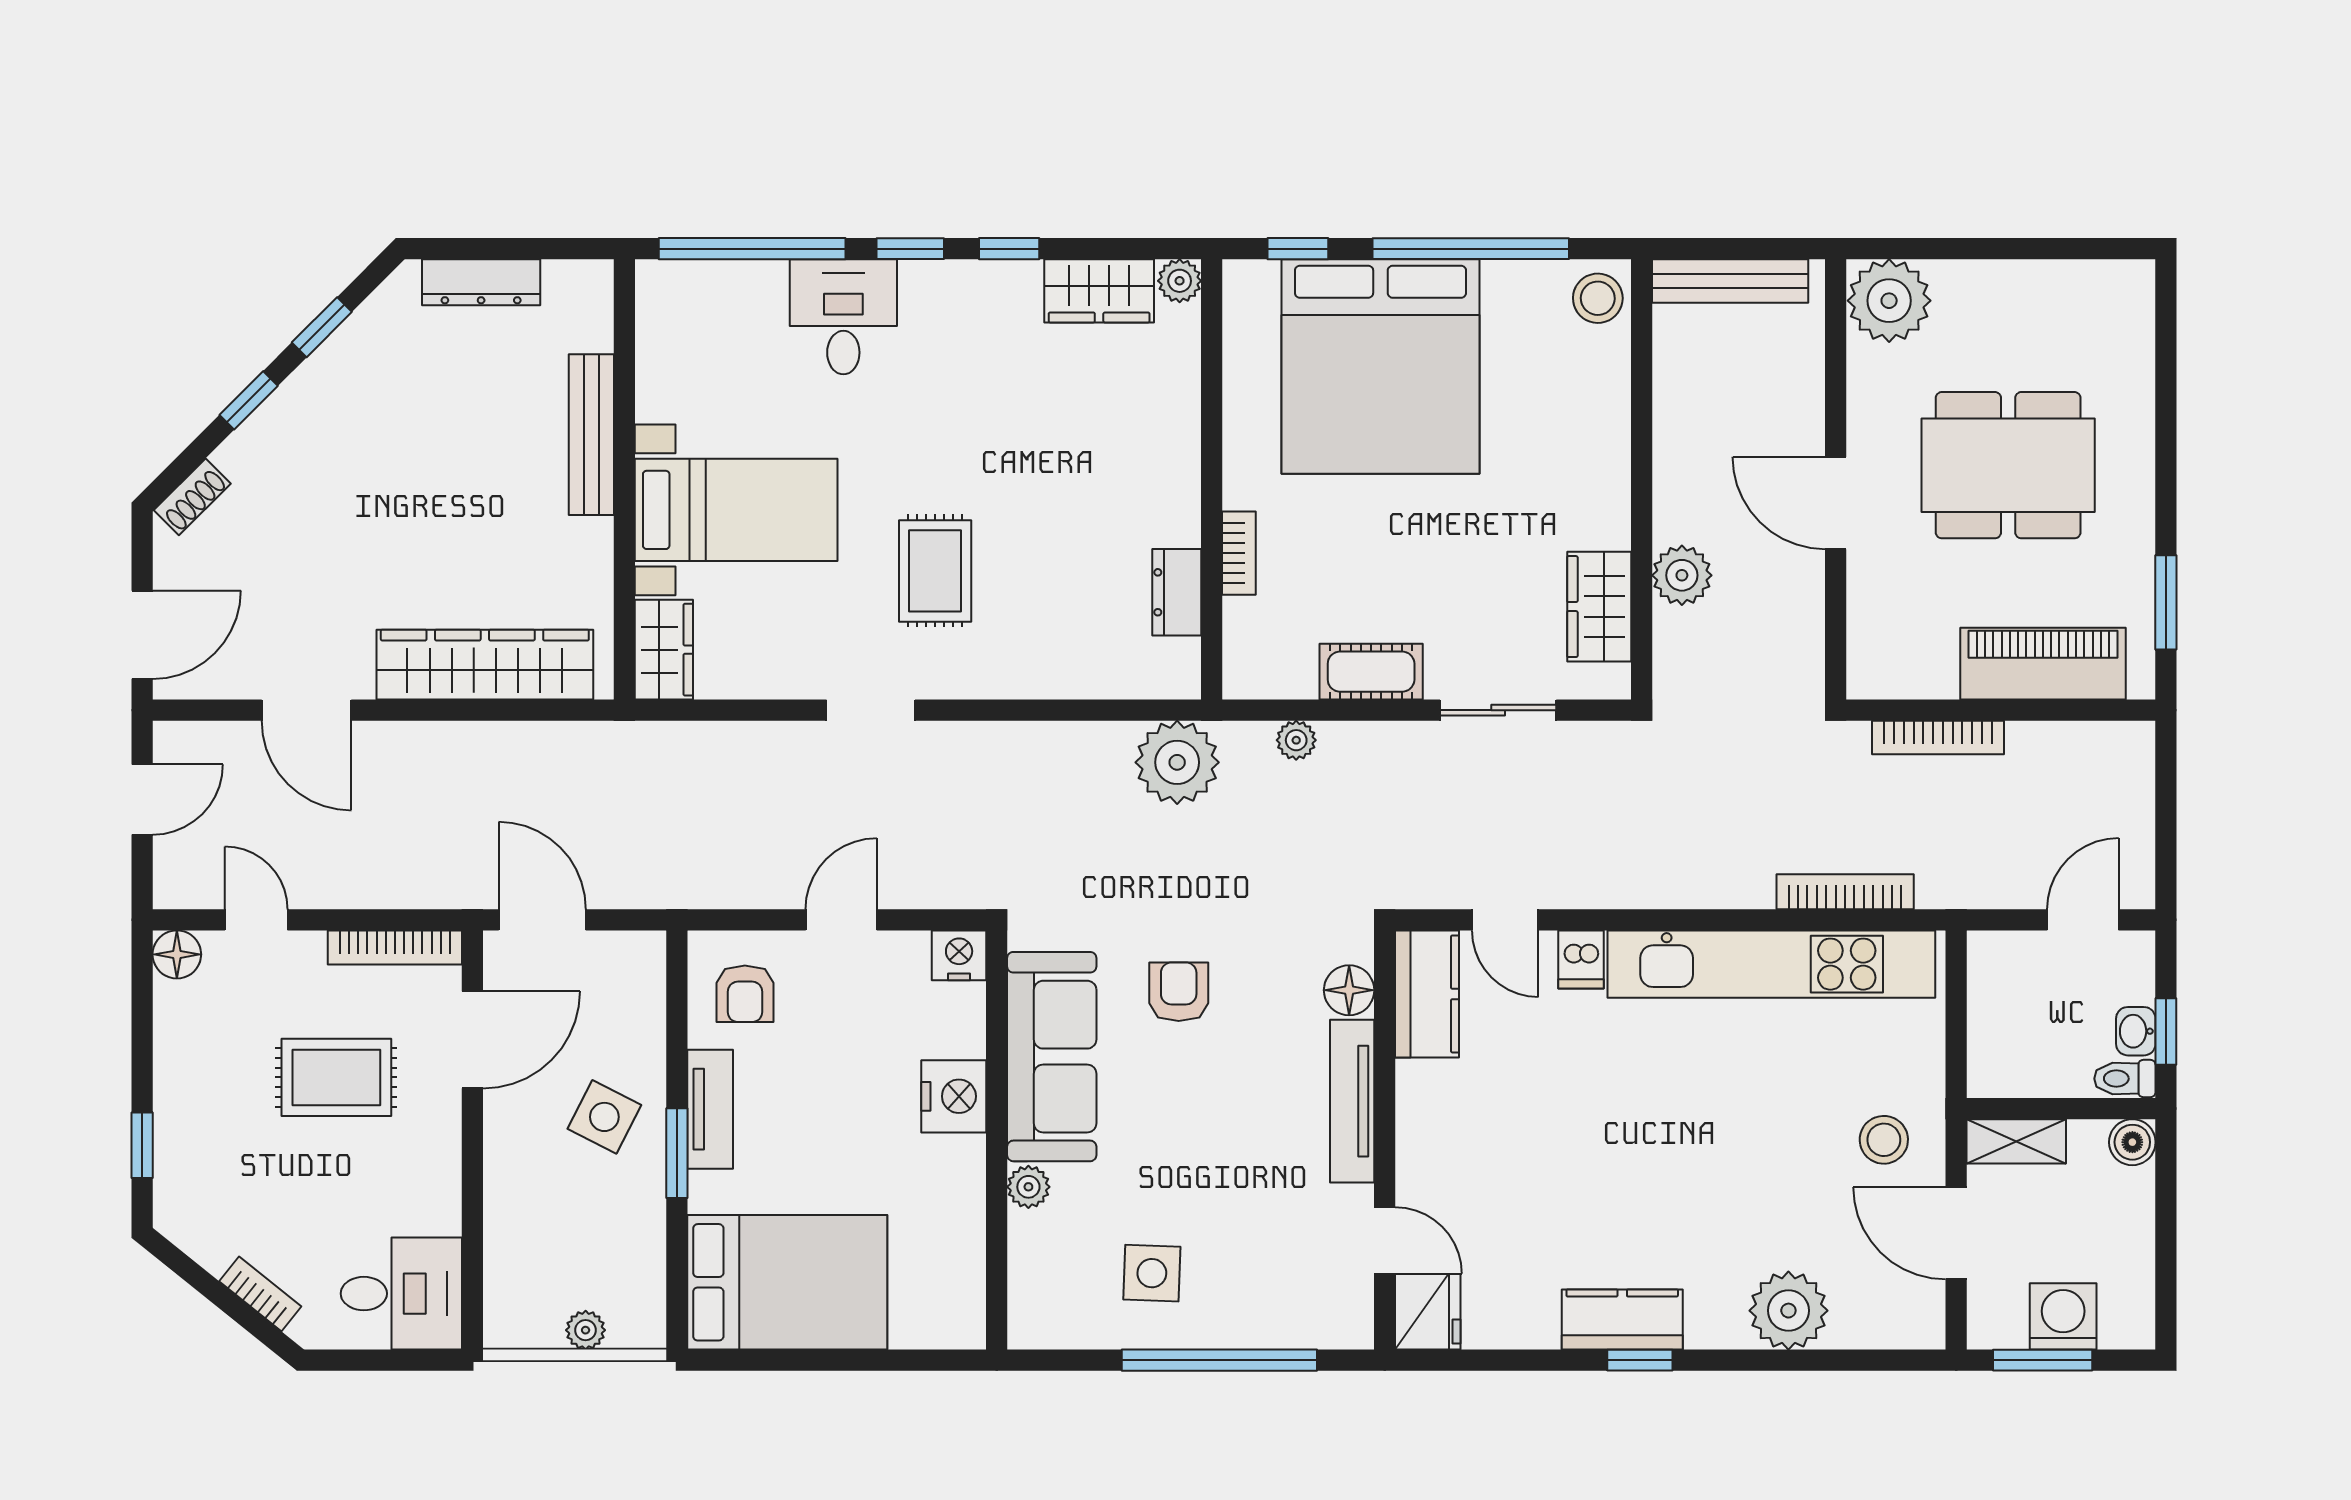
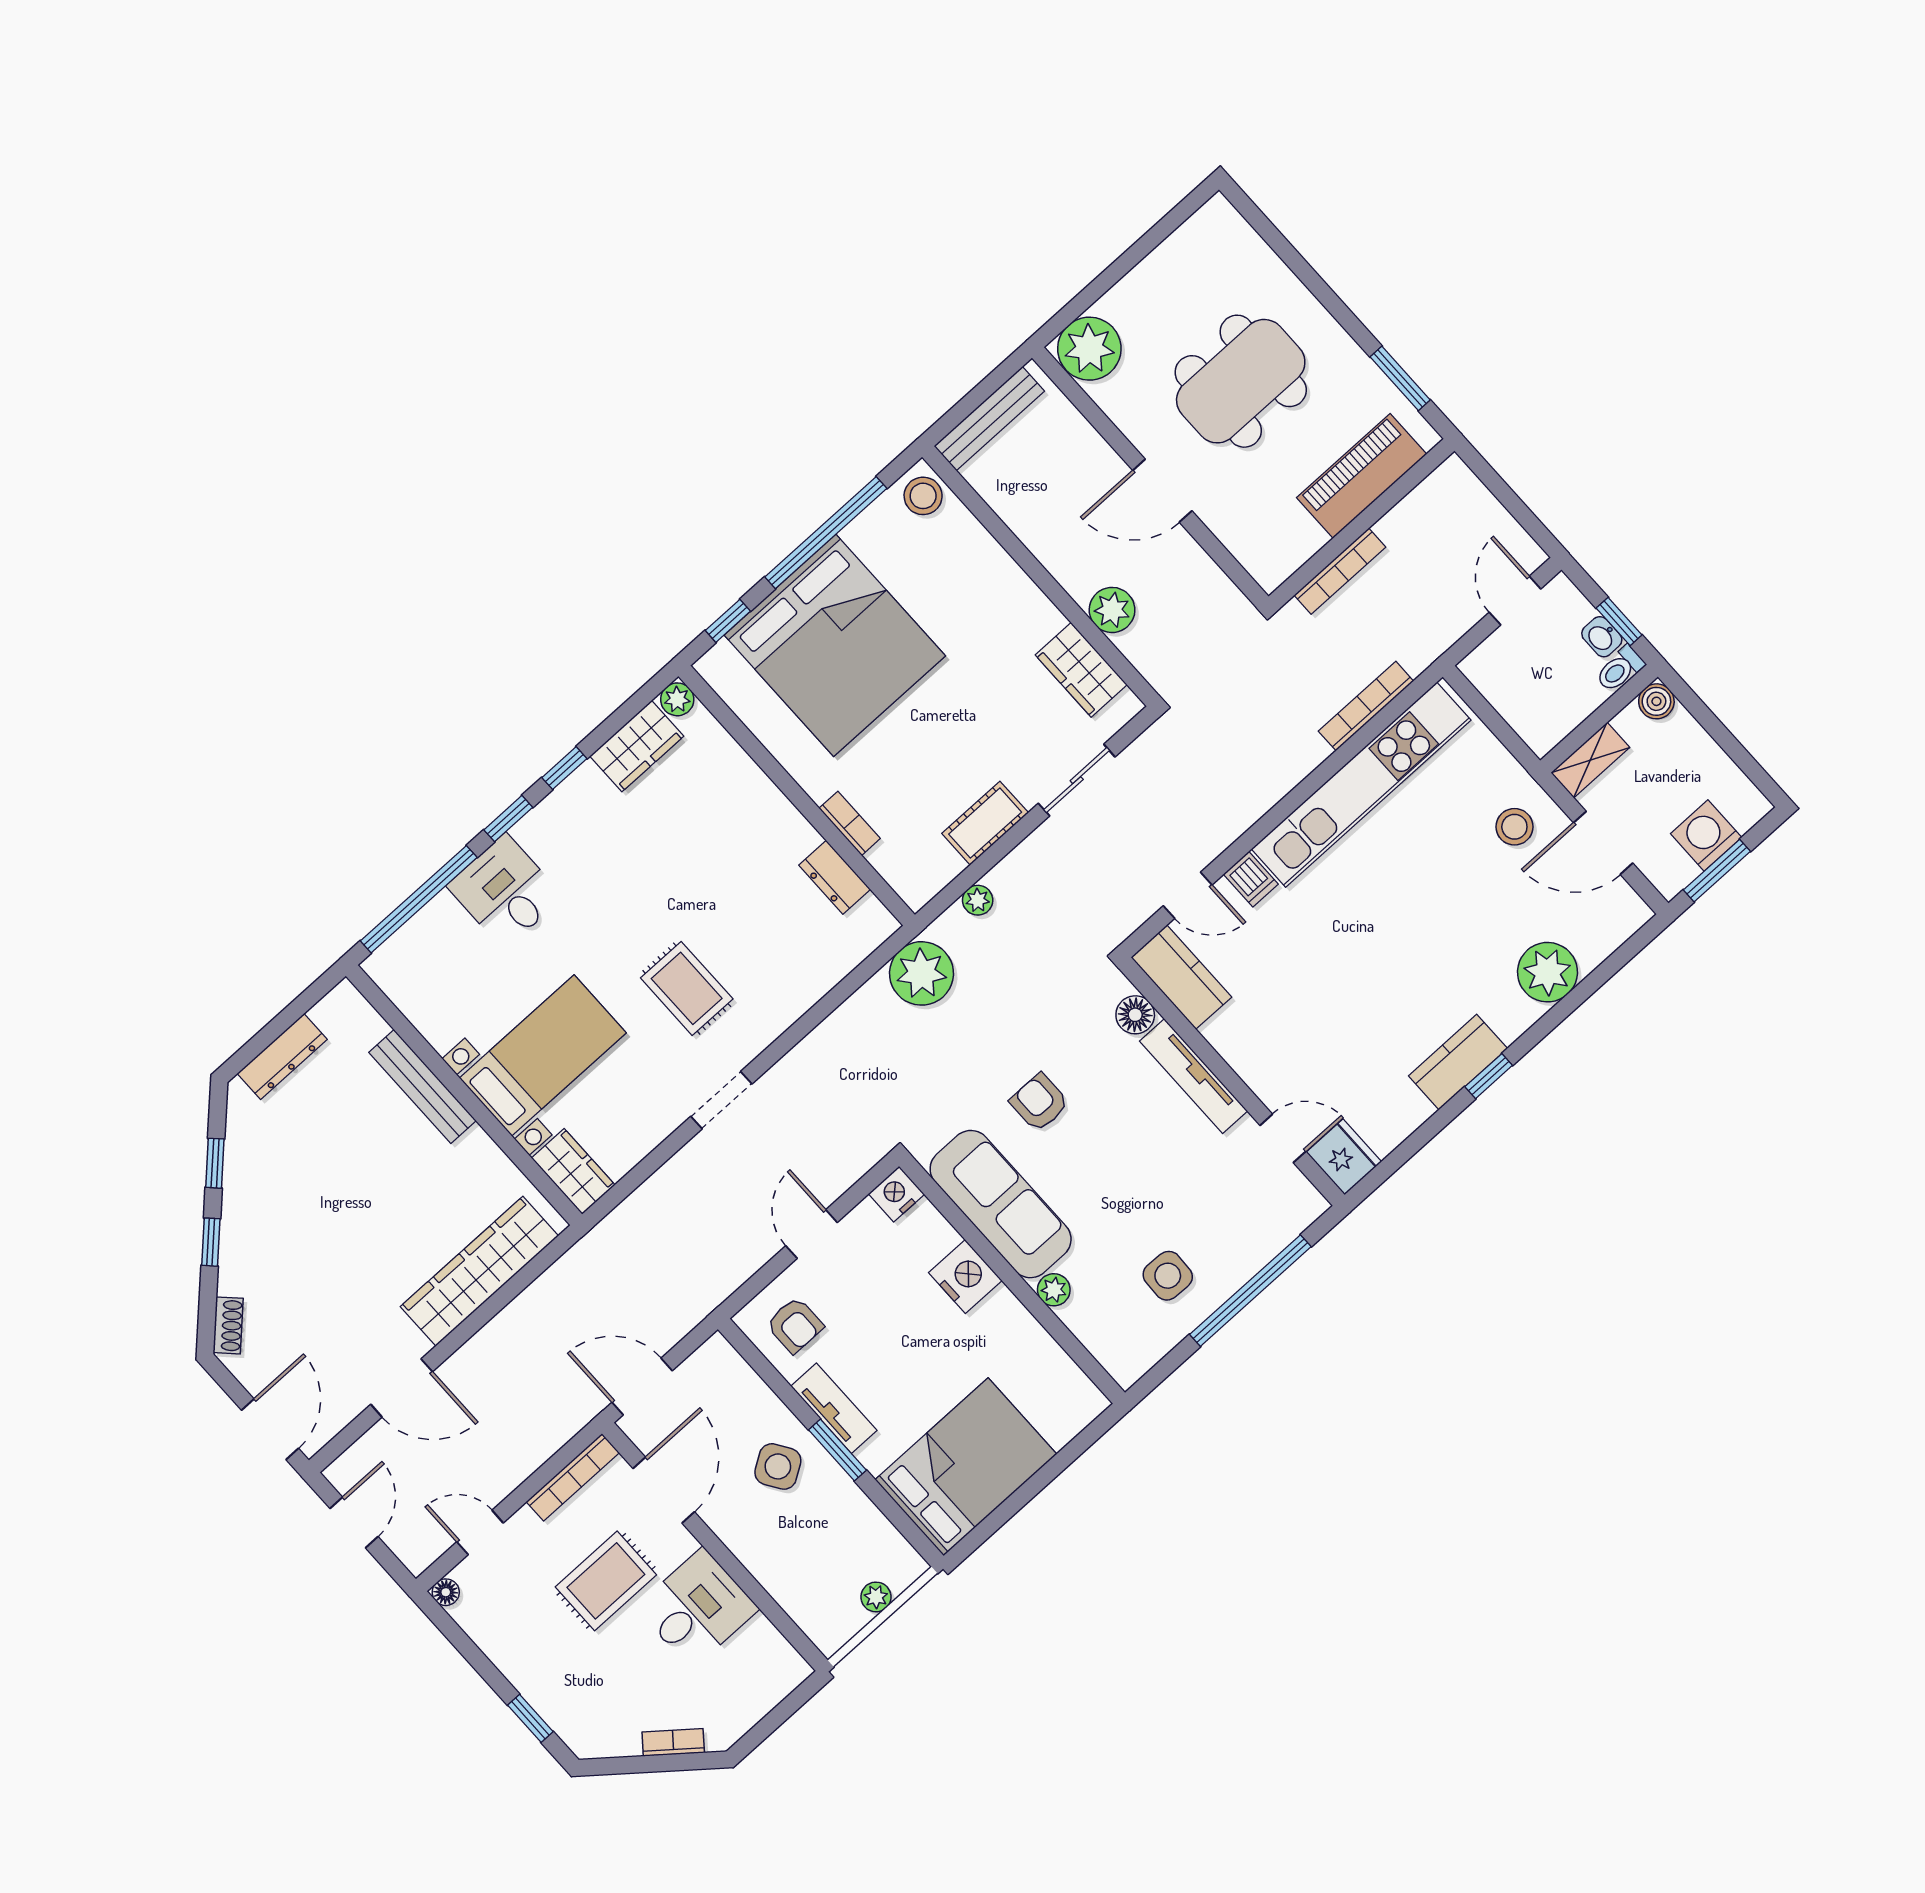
floor lamp: (177, 954) -> (446, 1592), width x0.73, depth x0.73
side table: (604, 1117) -> (778, 1466), turned 30
desk: (401, 1294) -> (697, 1608), moved

